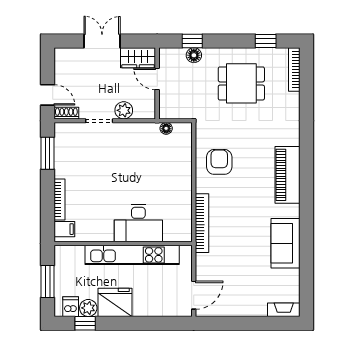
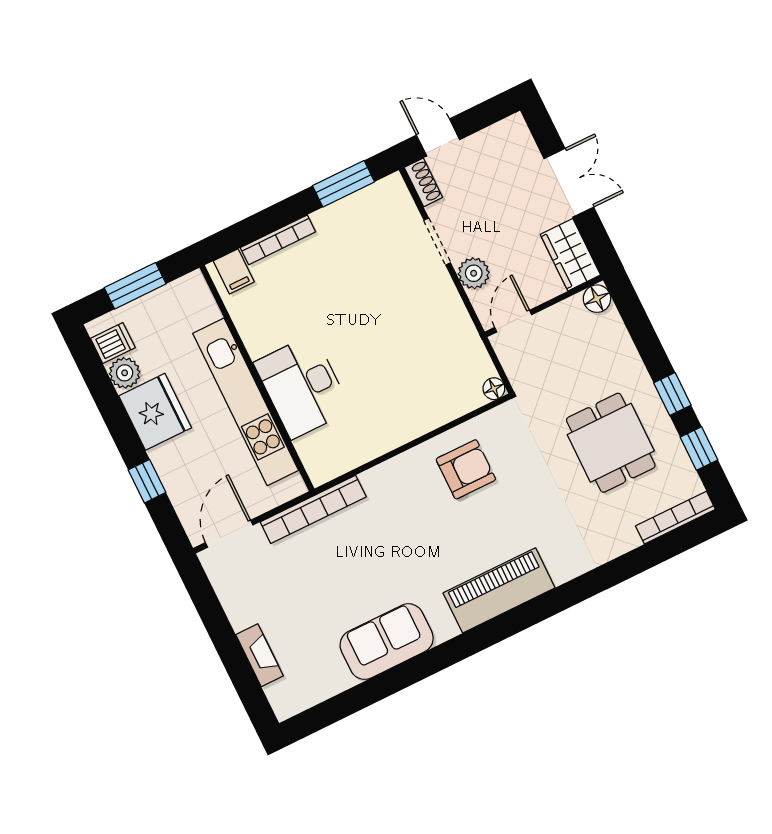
window: (192, 41) -> (672, 394), moved
floor lamp: (194, 55) -> (597, 299), moved
door: (157, 79) -> (513, 321), moved
door: (48, 95) -> (438, 137), swing flipped
floor lamp: (166, 128) -> (494, 389), moved
bookcase: (202, 223) -> (313, 509), moved
door: (194, 295) -> (229, 534), swing flipped
fireplace: (284, 310) -> (260, 655), moved
window: (85, 323) -> (147, 481), moved

